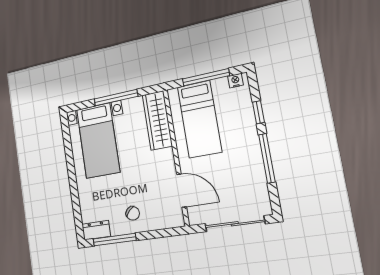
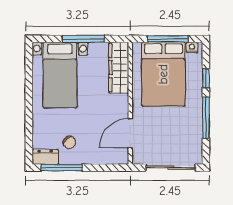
bed: (199, 119) -> (163, 74), width x1.50
door: (182, 191) -> (130, 133), swing flipped
chair: (133, 213) -> (69, 142), moved

